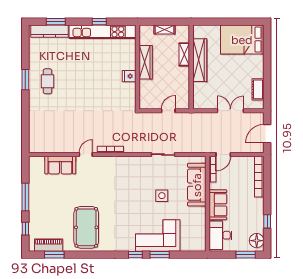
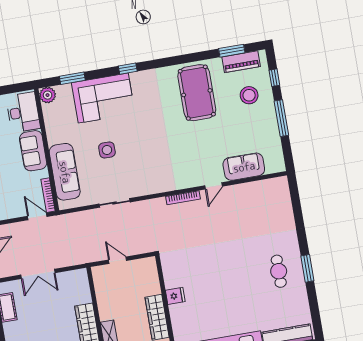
door: (168, 111) -> (118, 260), swing flipped
door: (223, 155) -> (37, 216), hinge flipped
stool: (47, 219) -> (249, 95), added
plant: (200, 245) -> (48, 95), added
window: (160, 255) -> (72, 78), moved

